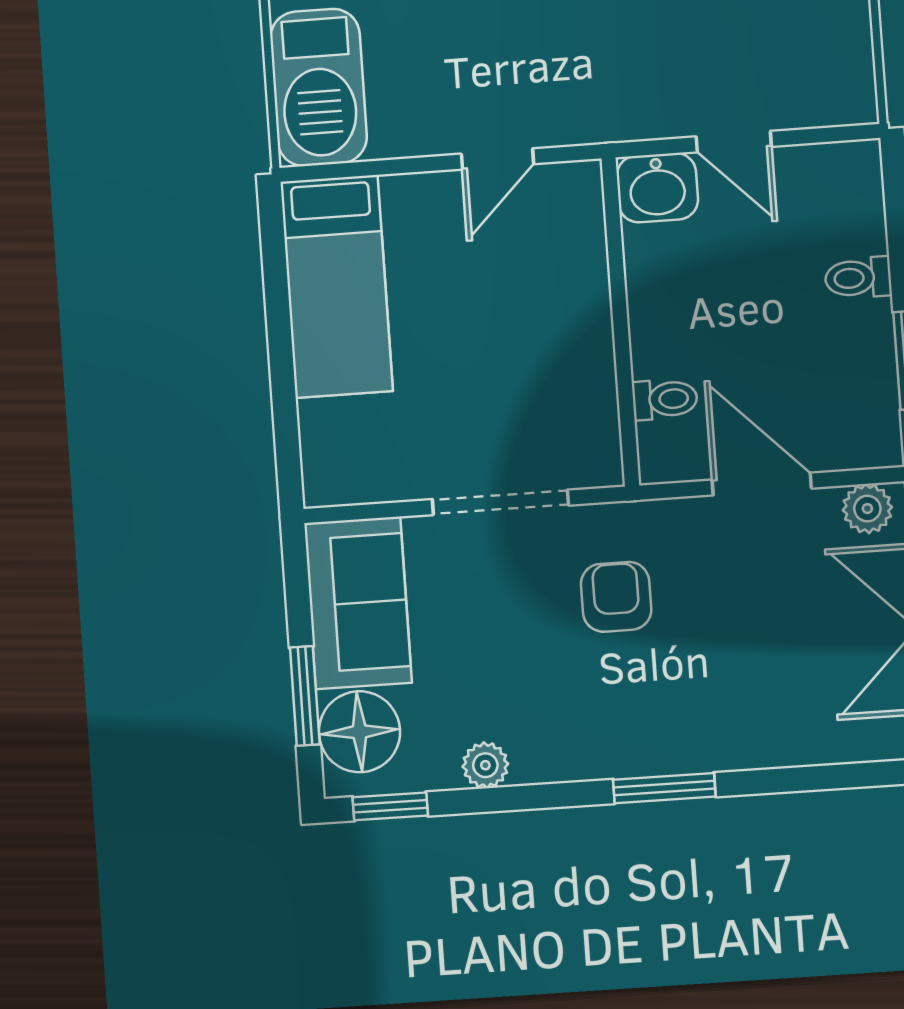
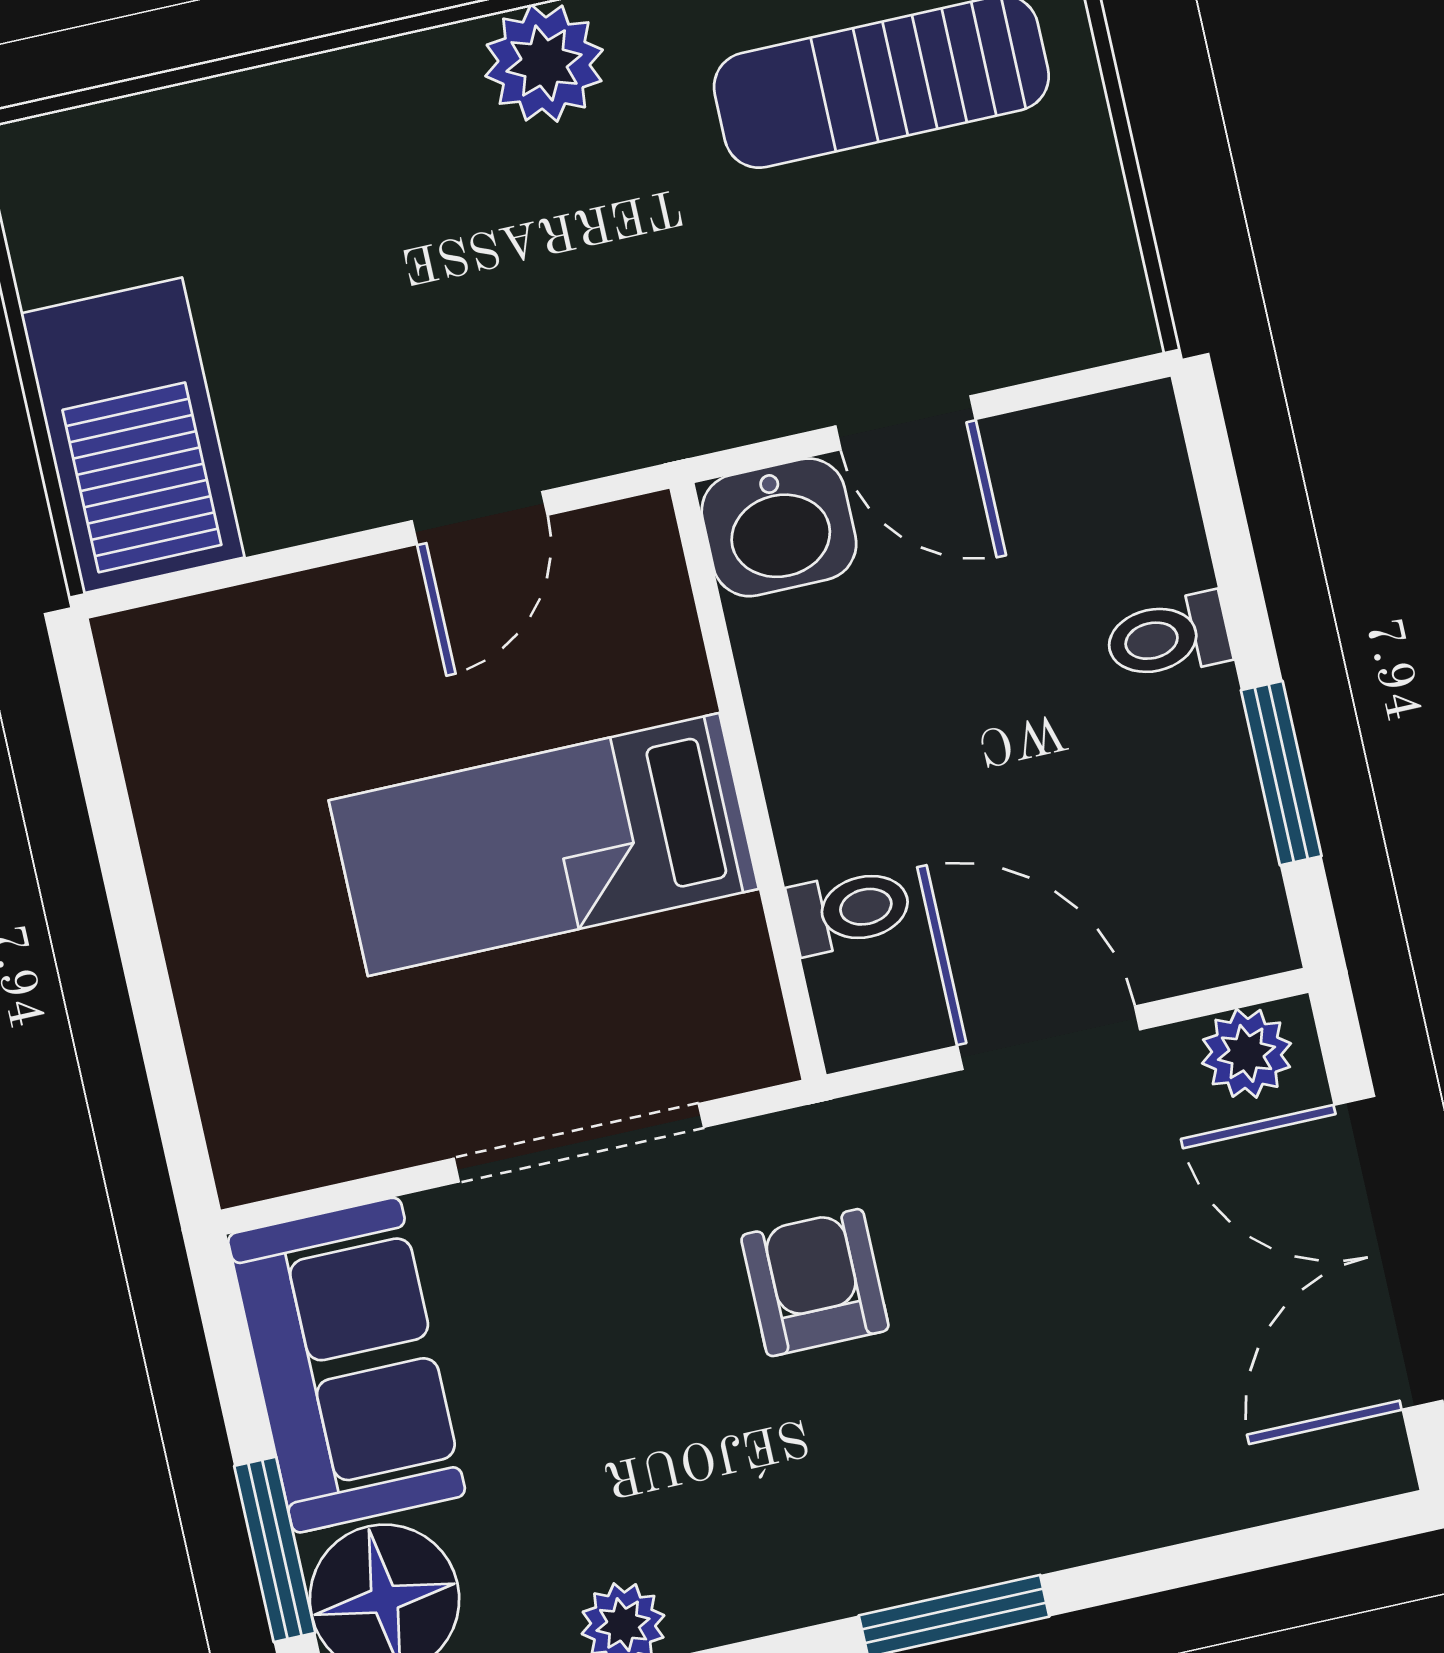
bed: (337, 286) -> (544, 845), moved, turned 90

